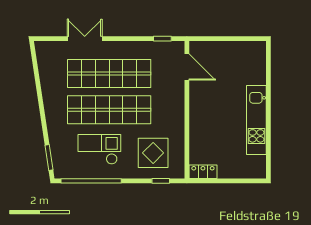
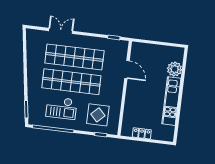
door: (187, 67) -> (127, 70), moved
plant: (255, 73) -> (175, 69), added
checkout: (99, 149) -> (61, 108), turned 180
locker: (203, 172) -> (142, 133), moved

